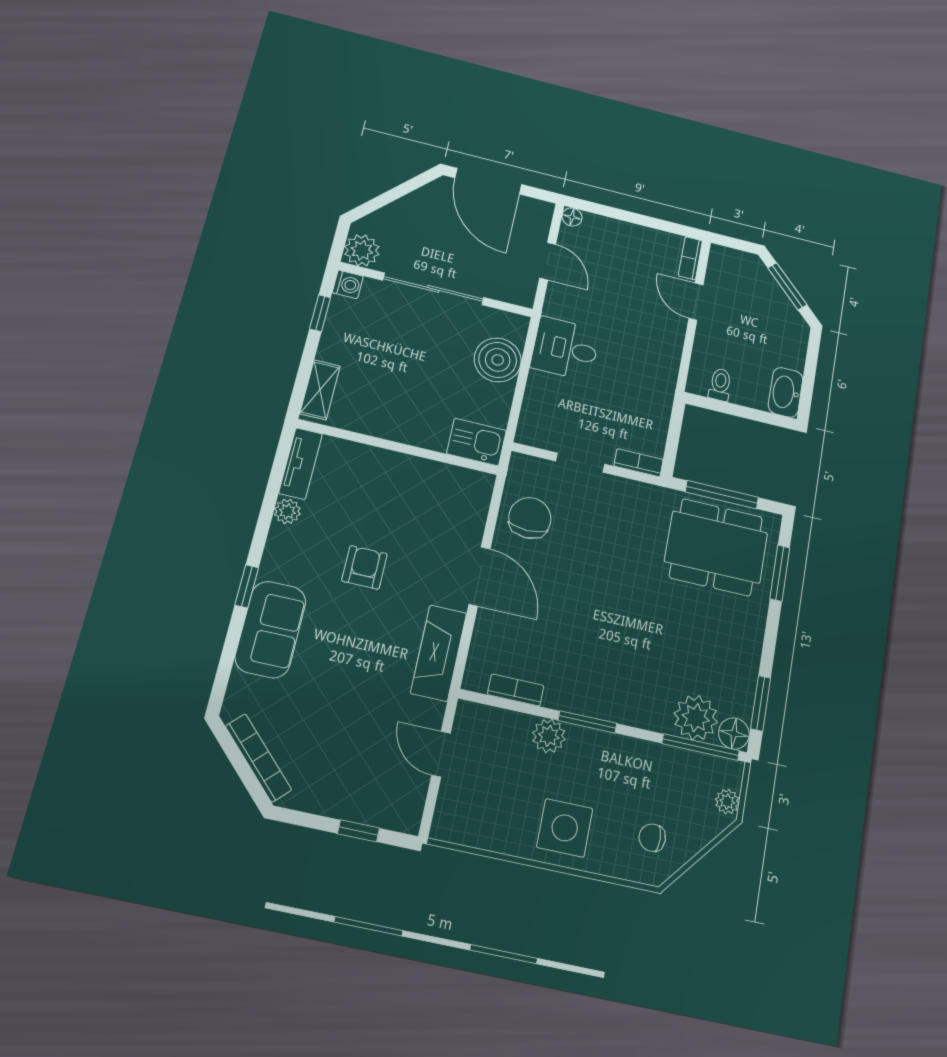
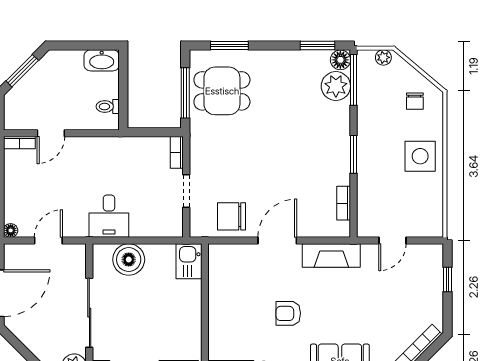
dining table: (716, 547) -> (222, 91), width x0.73
plant: (549, 736) -> (367, 177), removed

